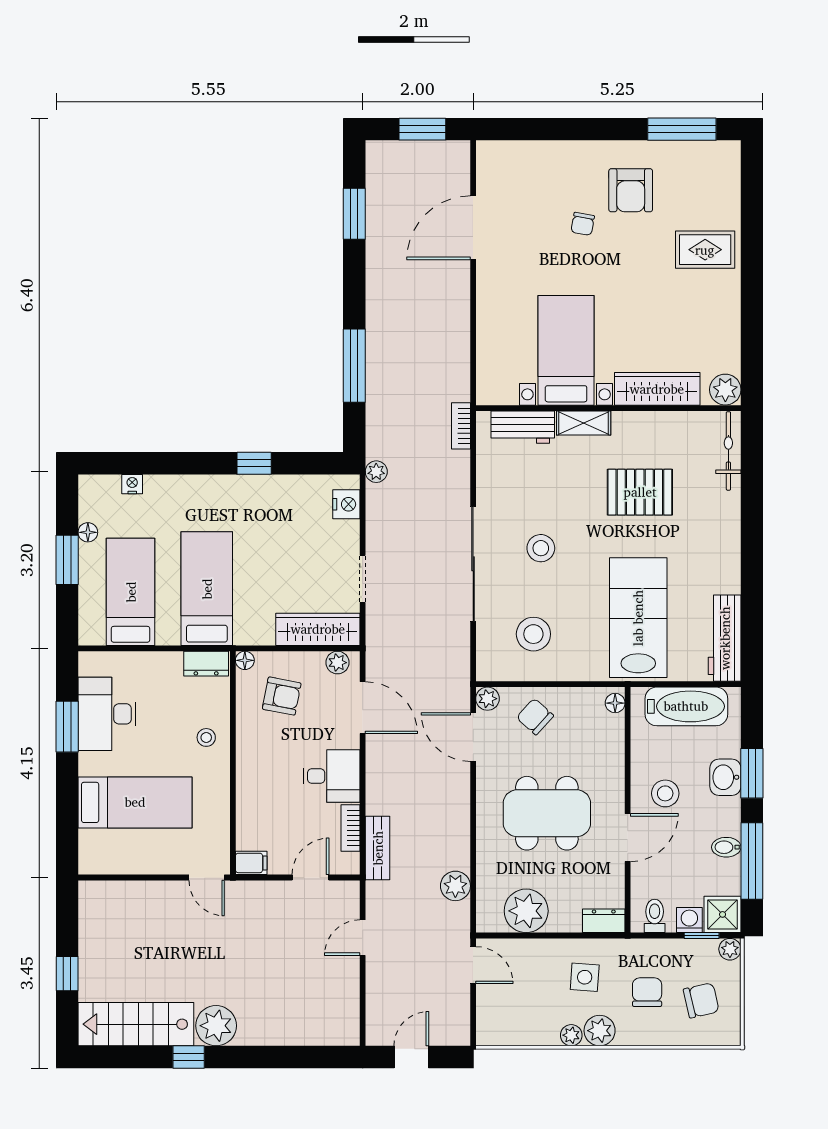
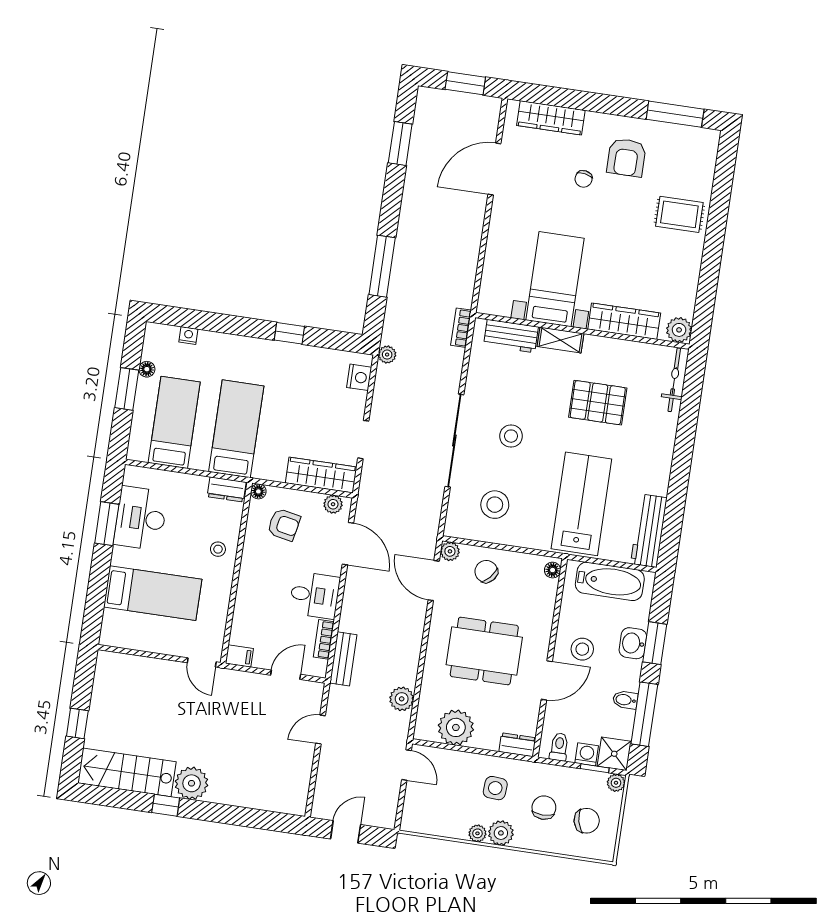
wardrobe: (532, 156) -> (551, 118), added

